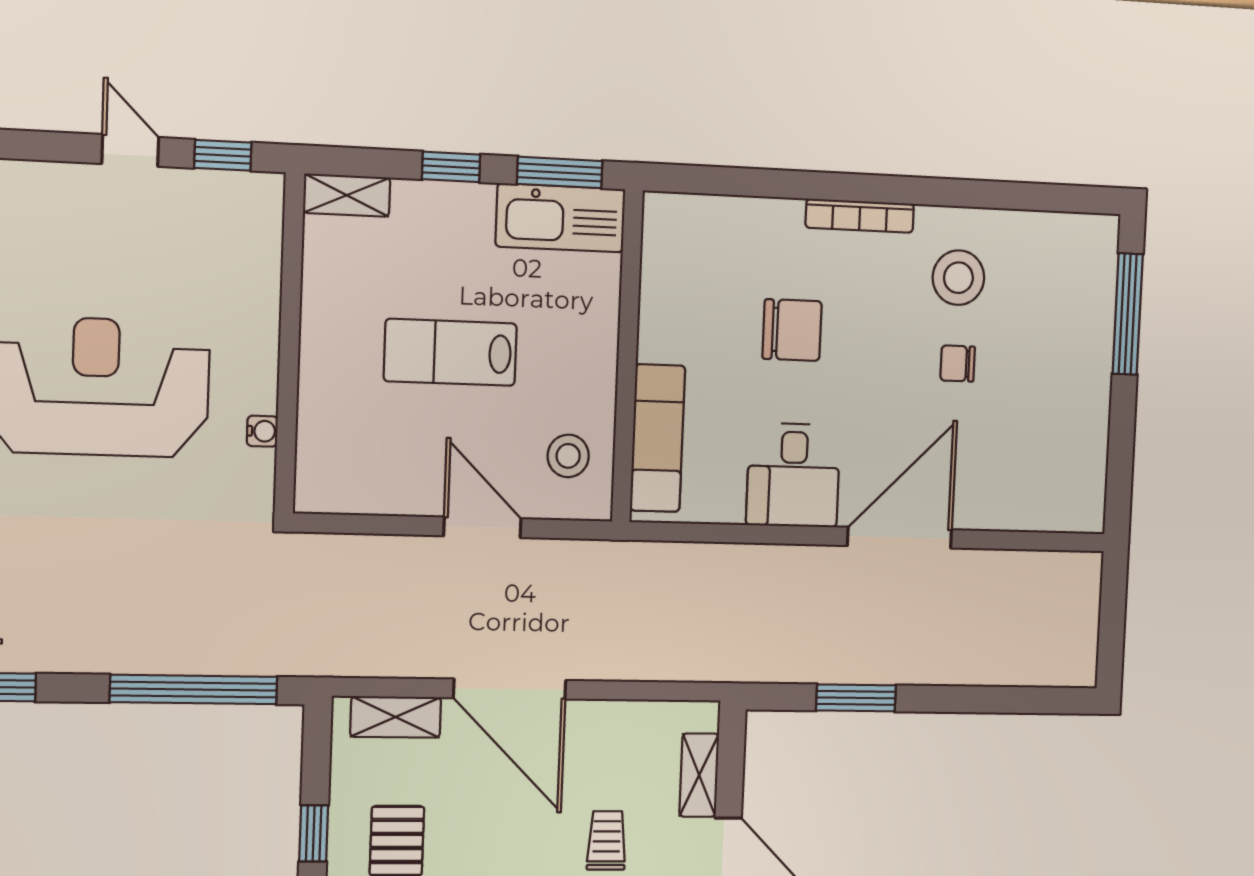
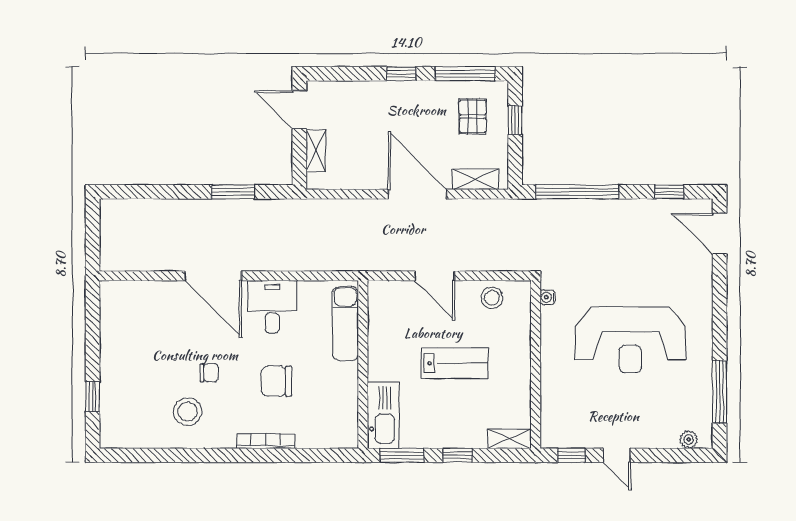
bookcase: (860, 216) -> (265, 441), moved
kitchen sink: (561, 218) -> (383, 416), moved, turned 90
window: (1128, 314) -> (93, 397), width x0.46
chair: (958, 364) -> (209, 373), moved
water cooler: (262, 431) -> (548, 297), moved
stool: (568, 456) -> (492, 298), moved
door: (900, 538) -> (213, 276), hinge flipped
trolley: (607, 840) -> (364, 117), removed

